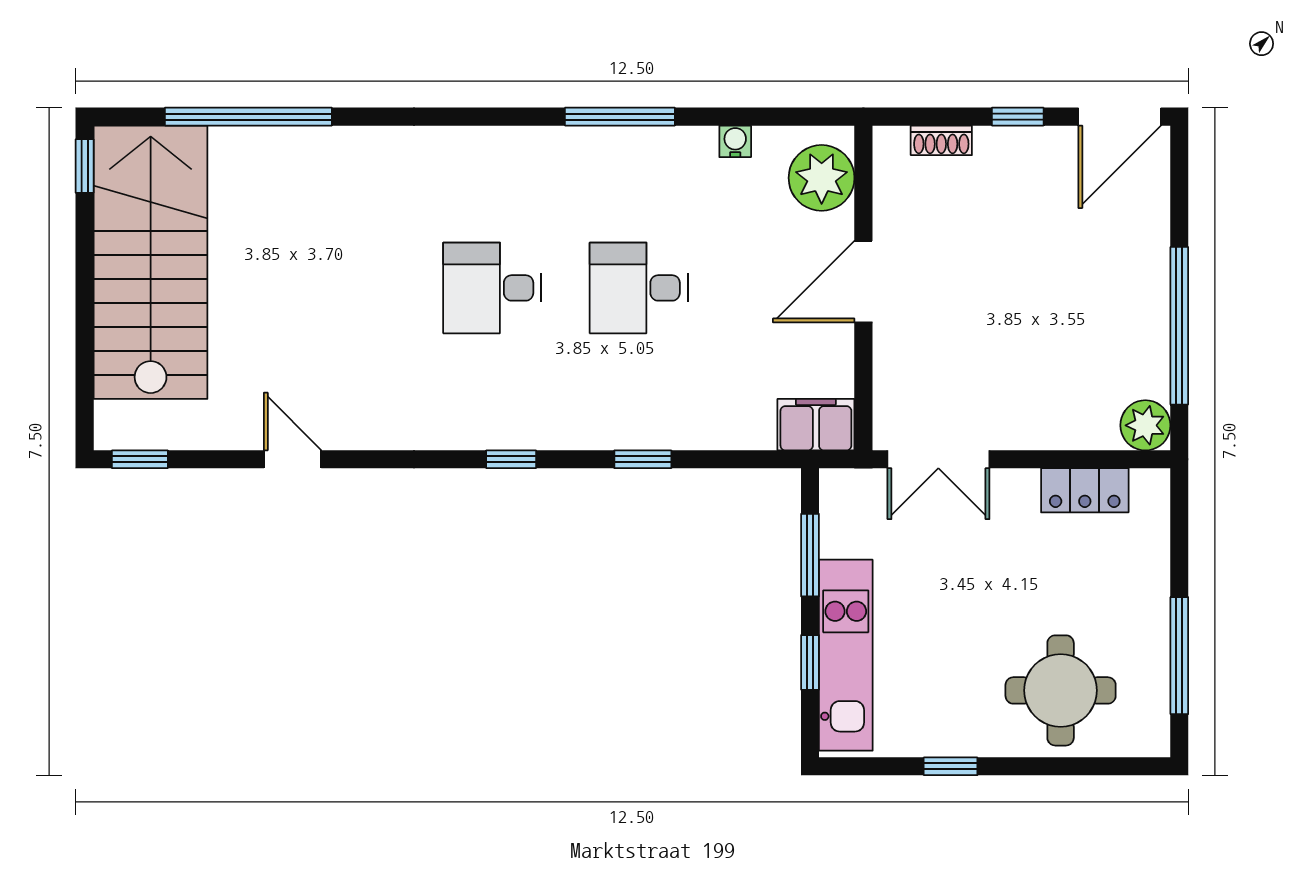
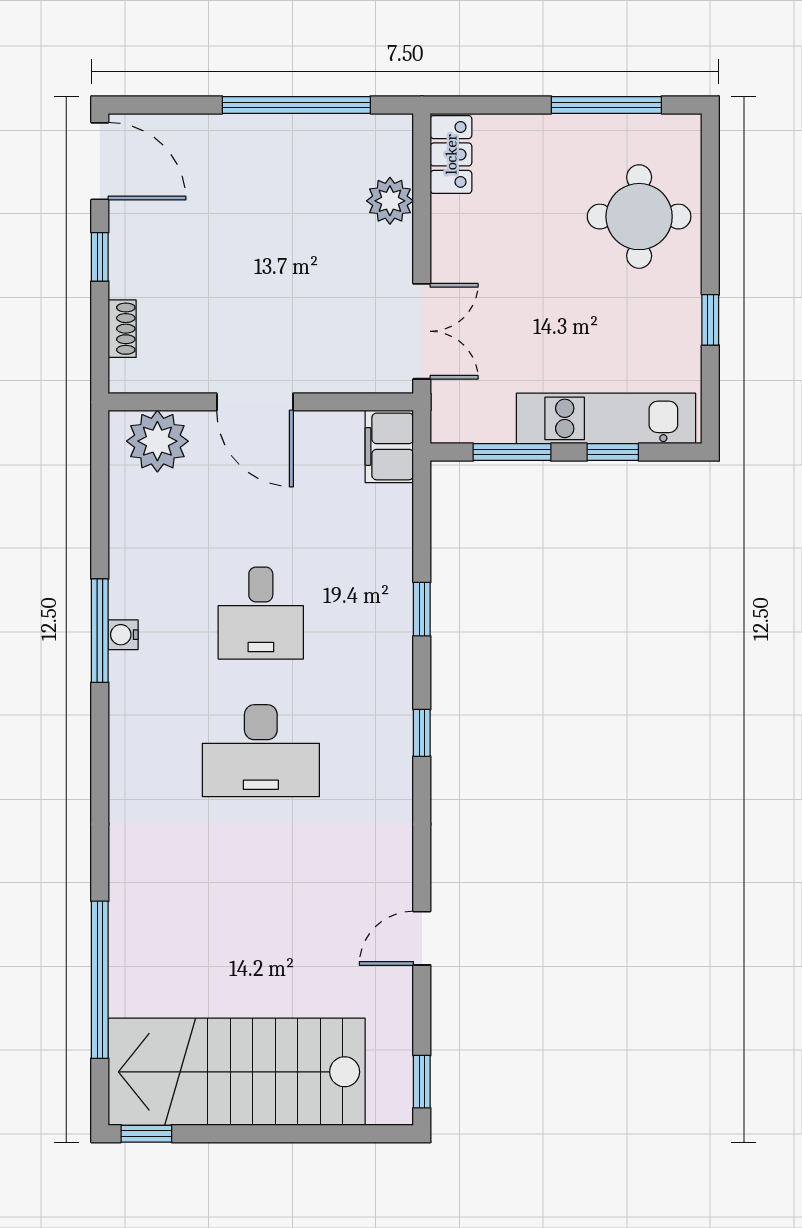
water cooler: (735, 141) -> (123, 635), moved
desk: (492, 288) -> (261, 751), width x1.37
plant: (1145, 425) -> (390, 201), moved
locker: (1085, 490) -> (451, 154), moved

